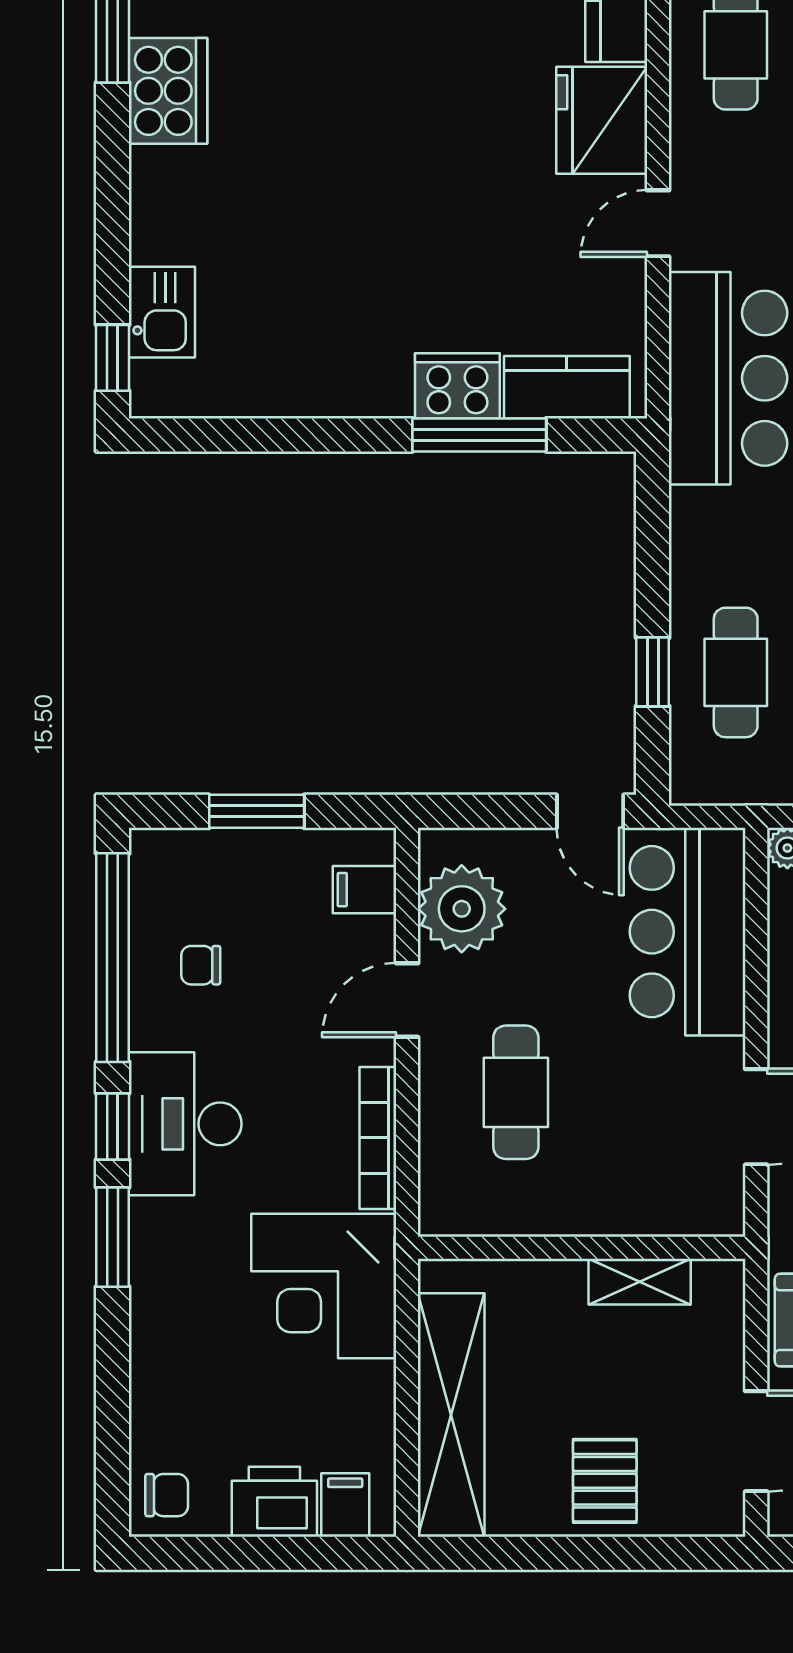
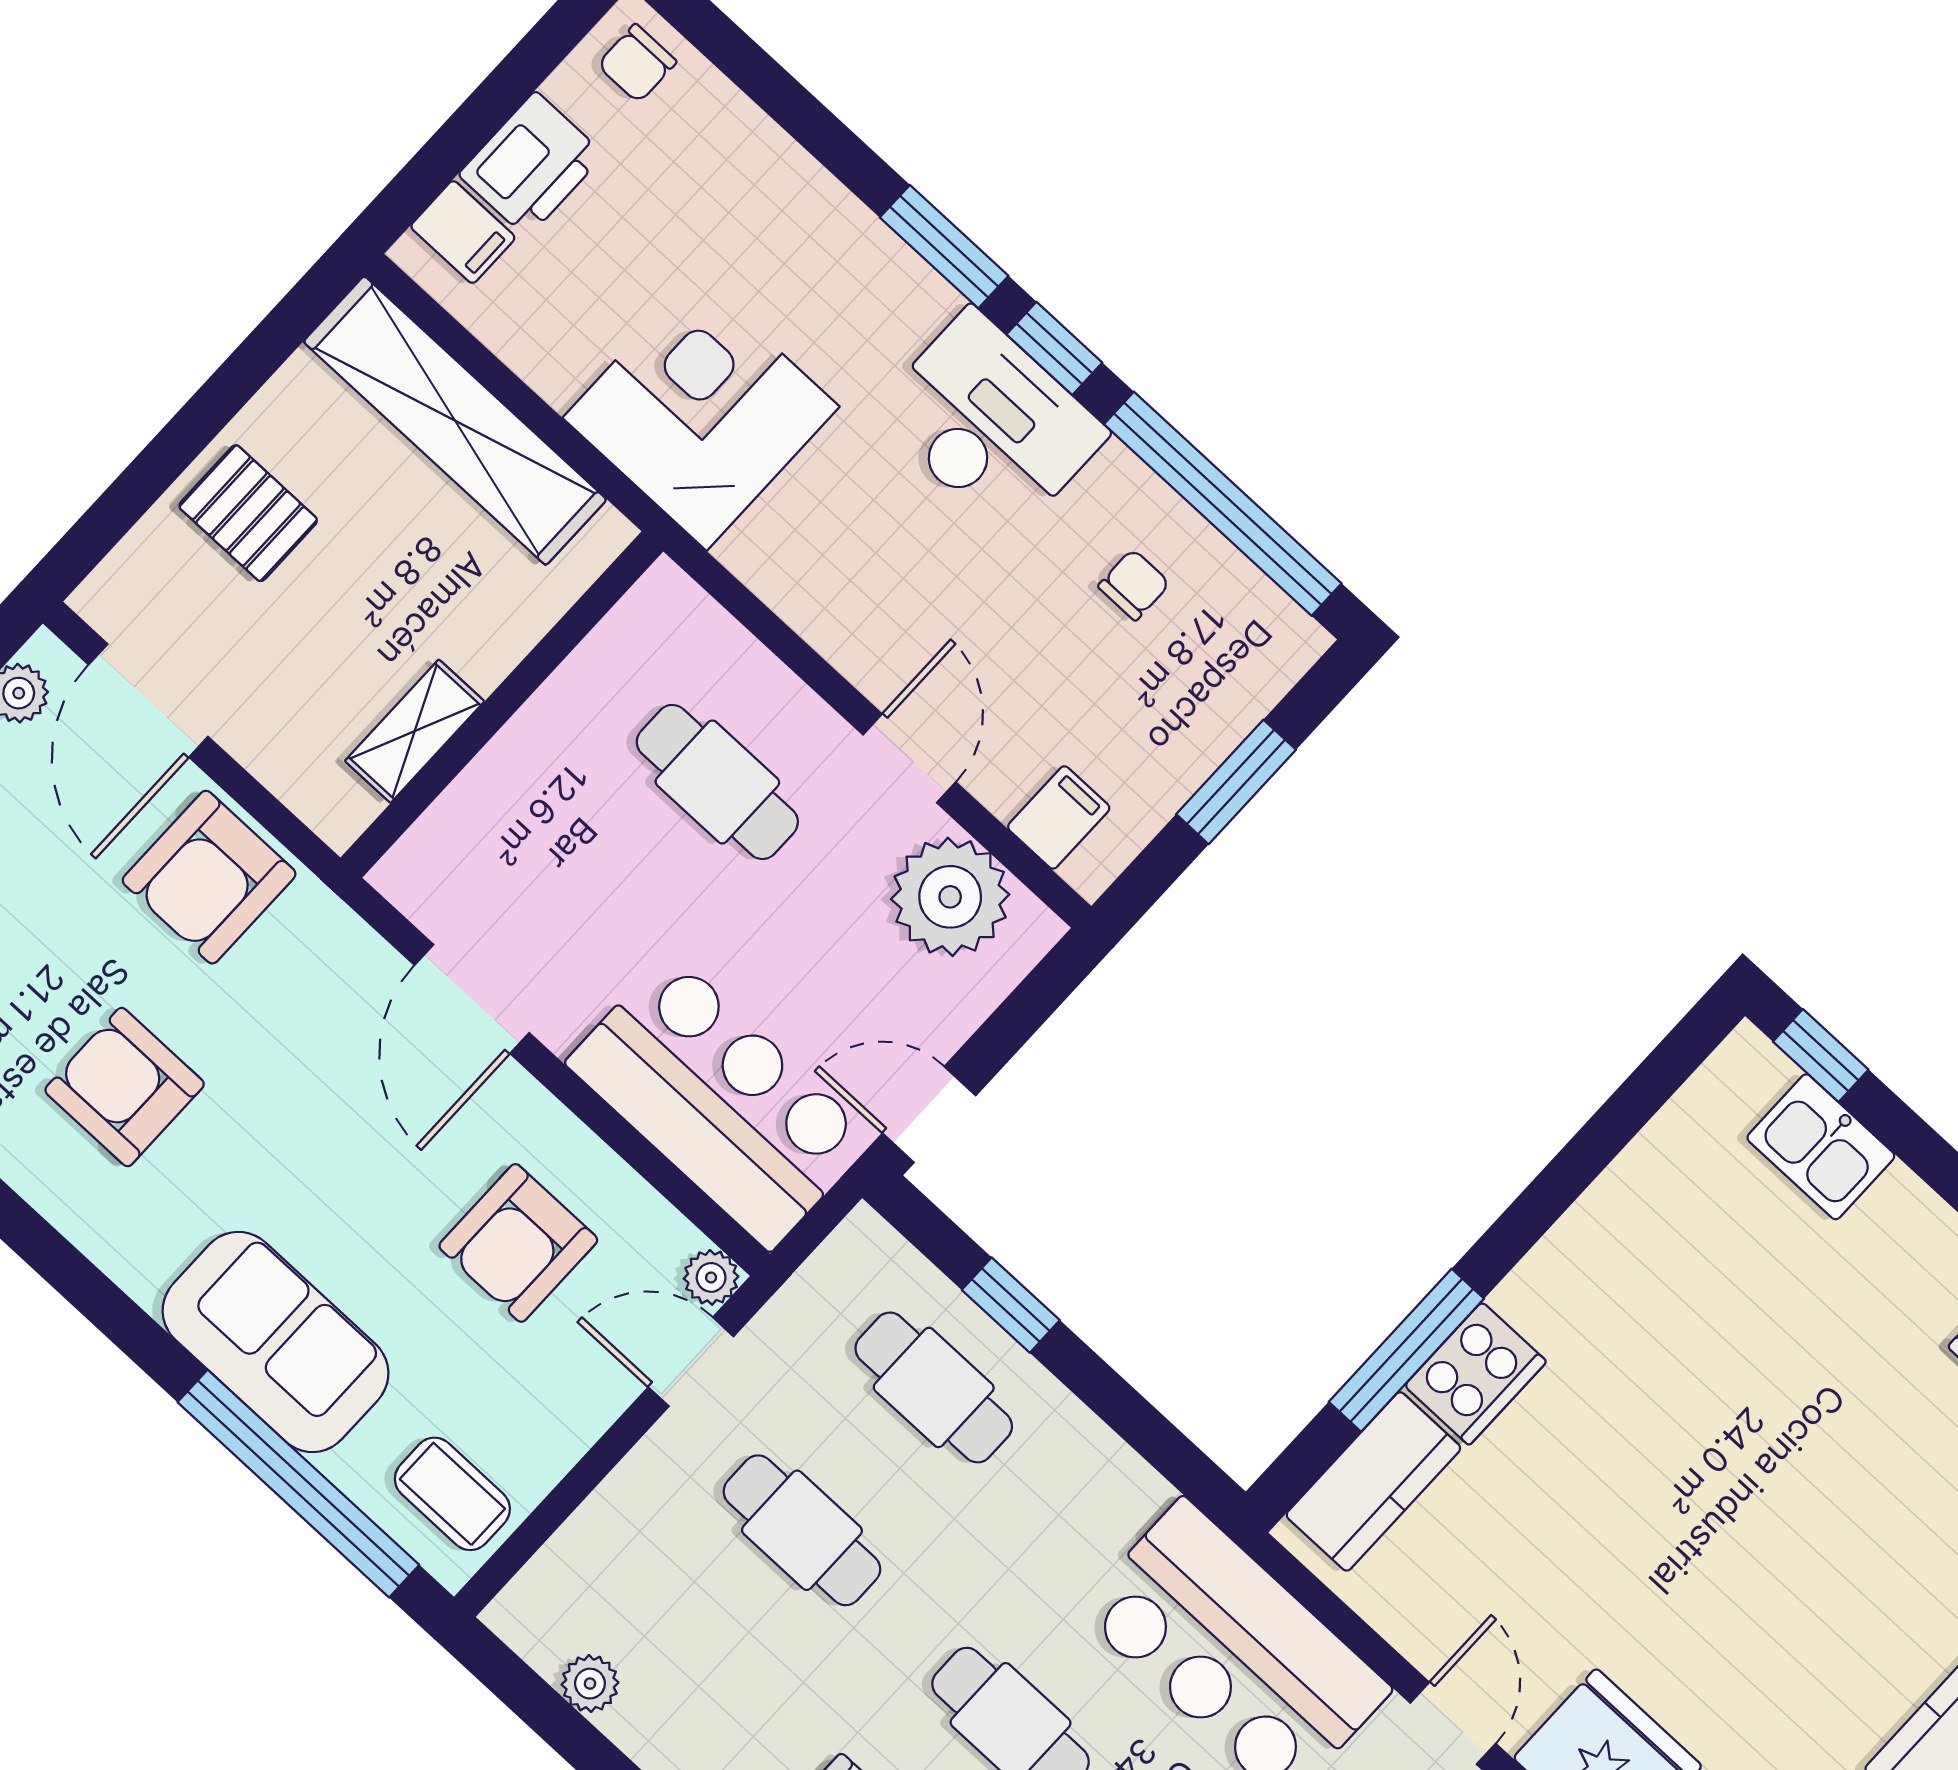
bookcase: (378, 1138) -> (799, 602), removed

